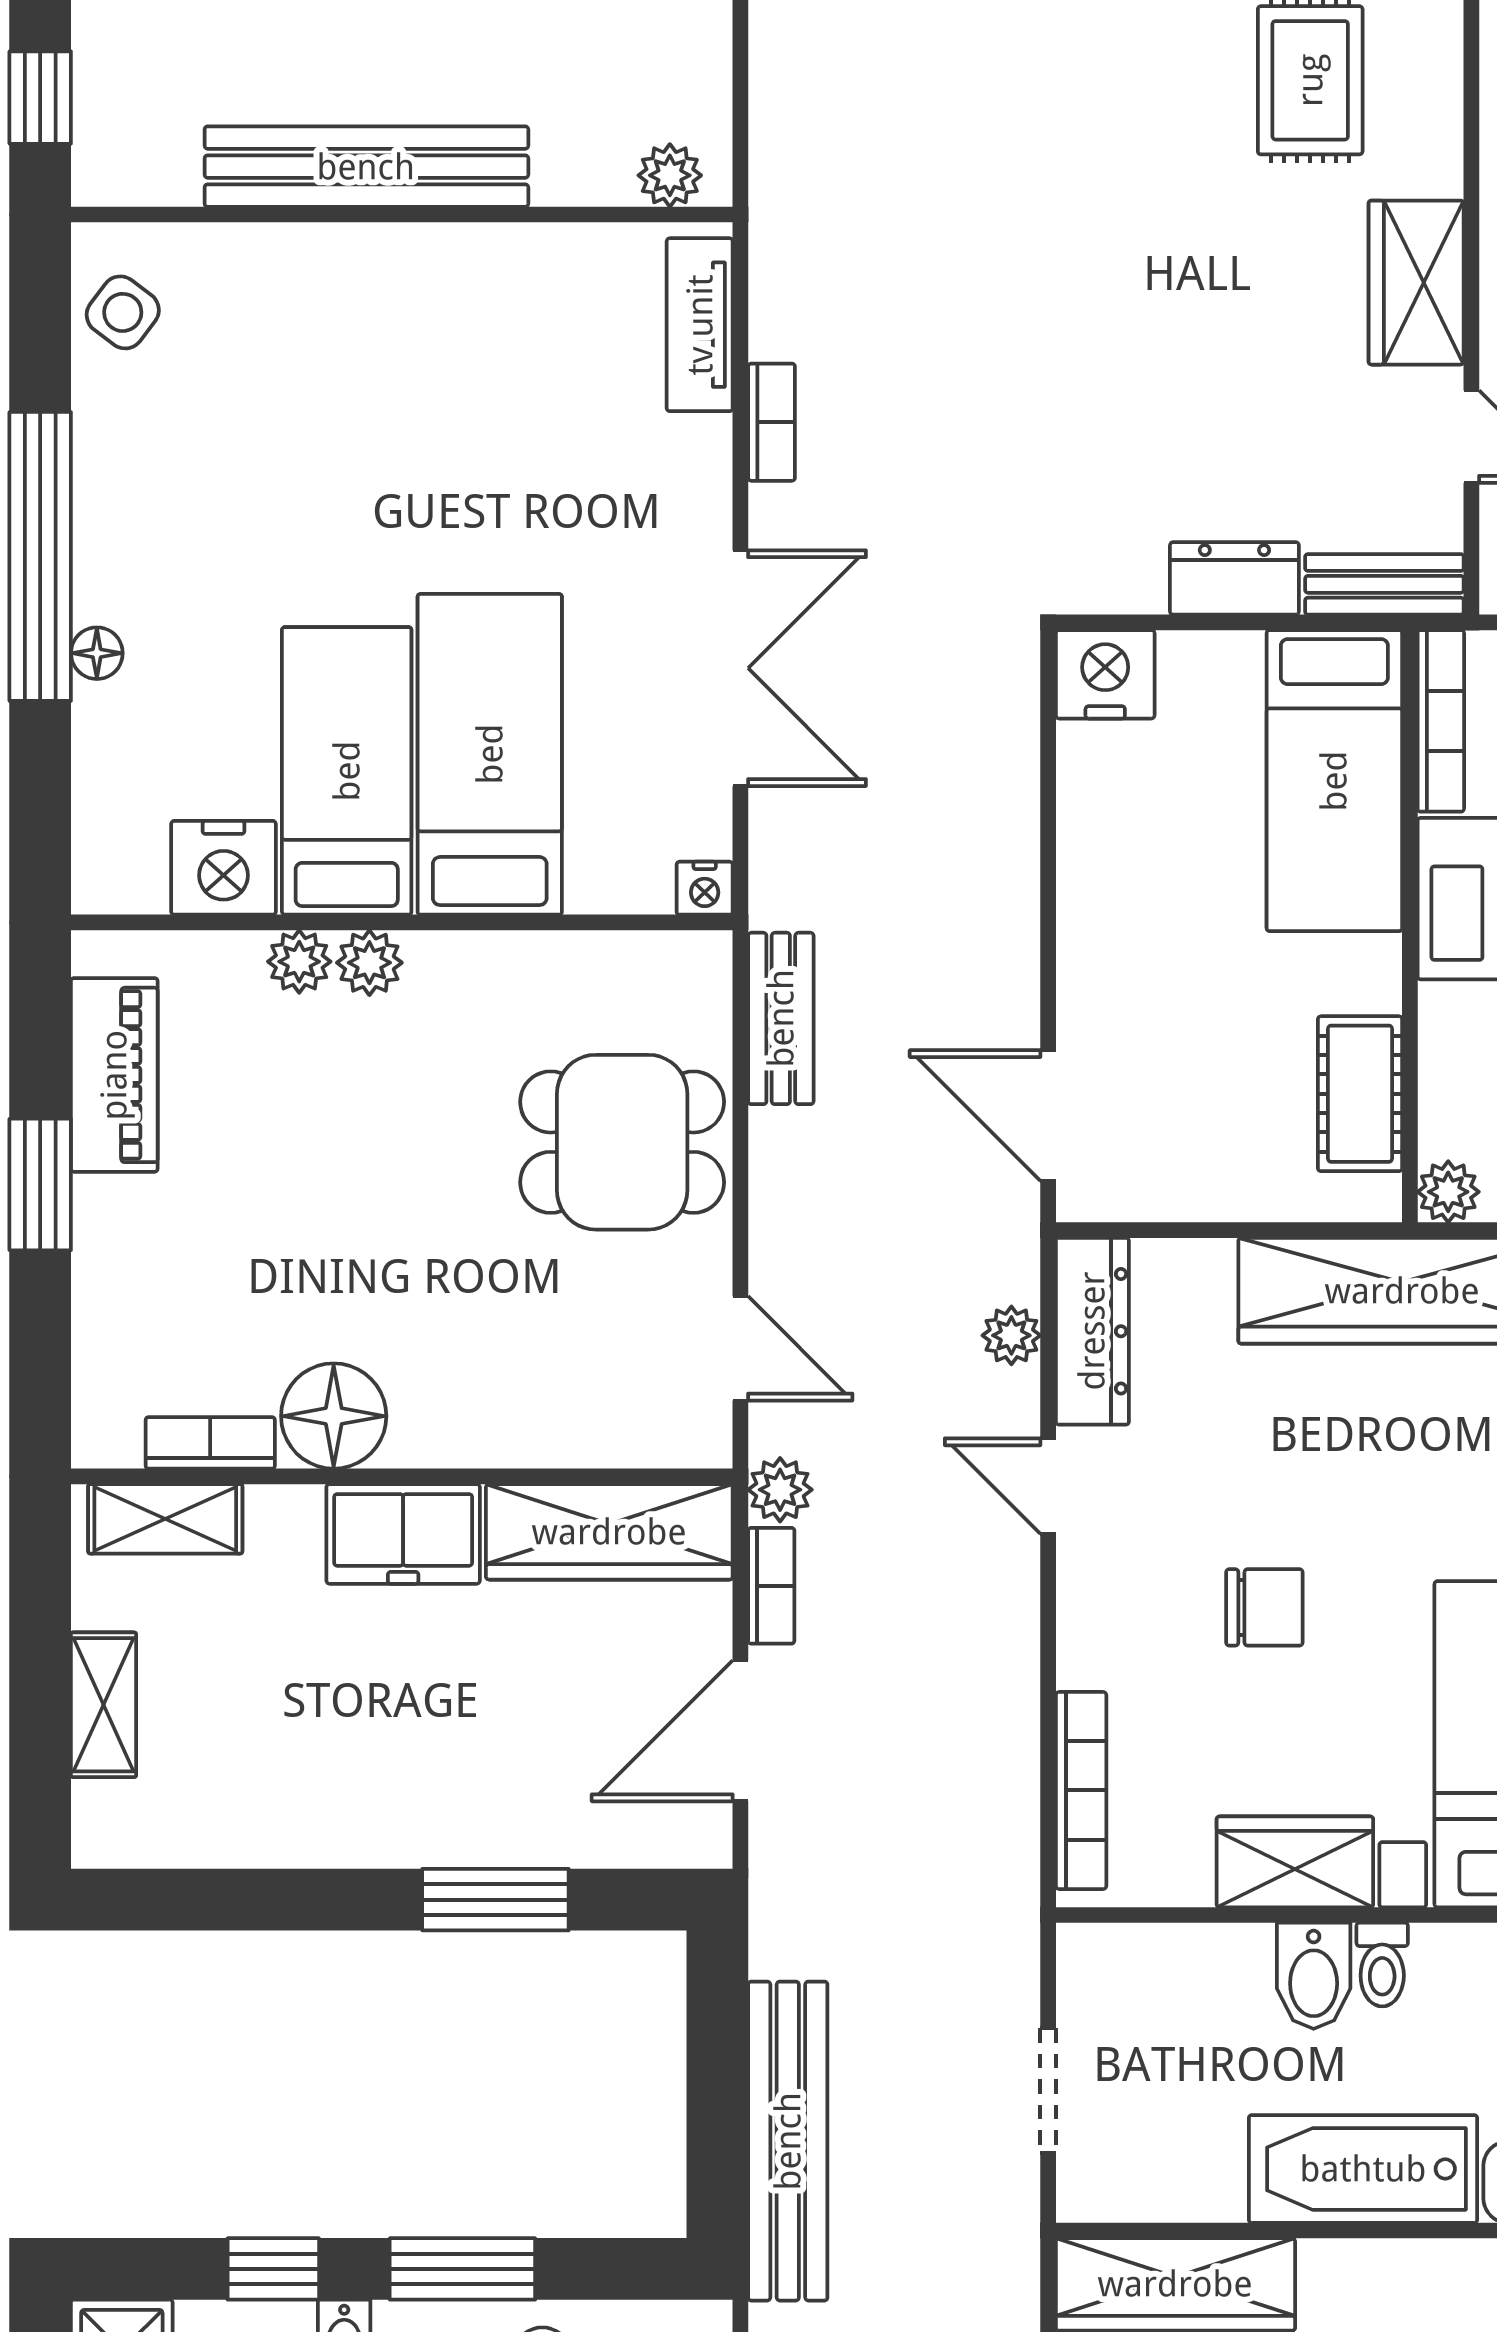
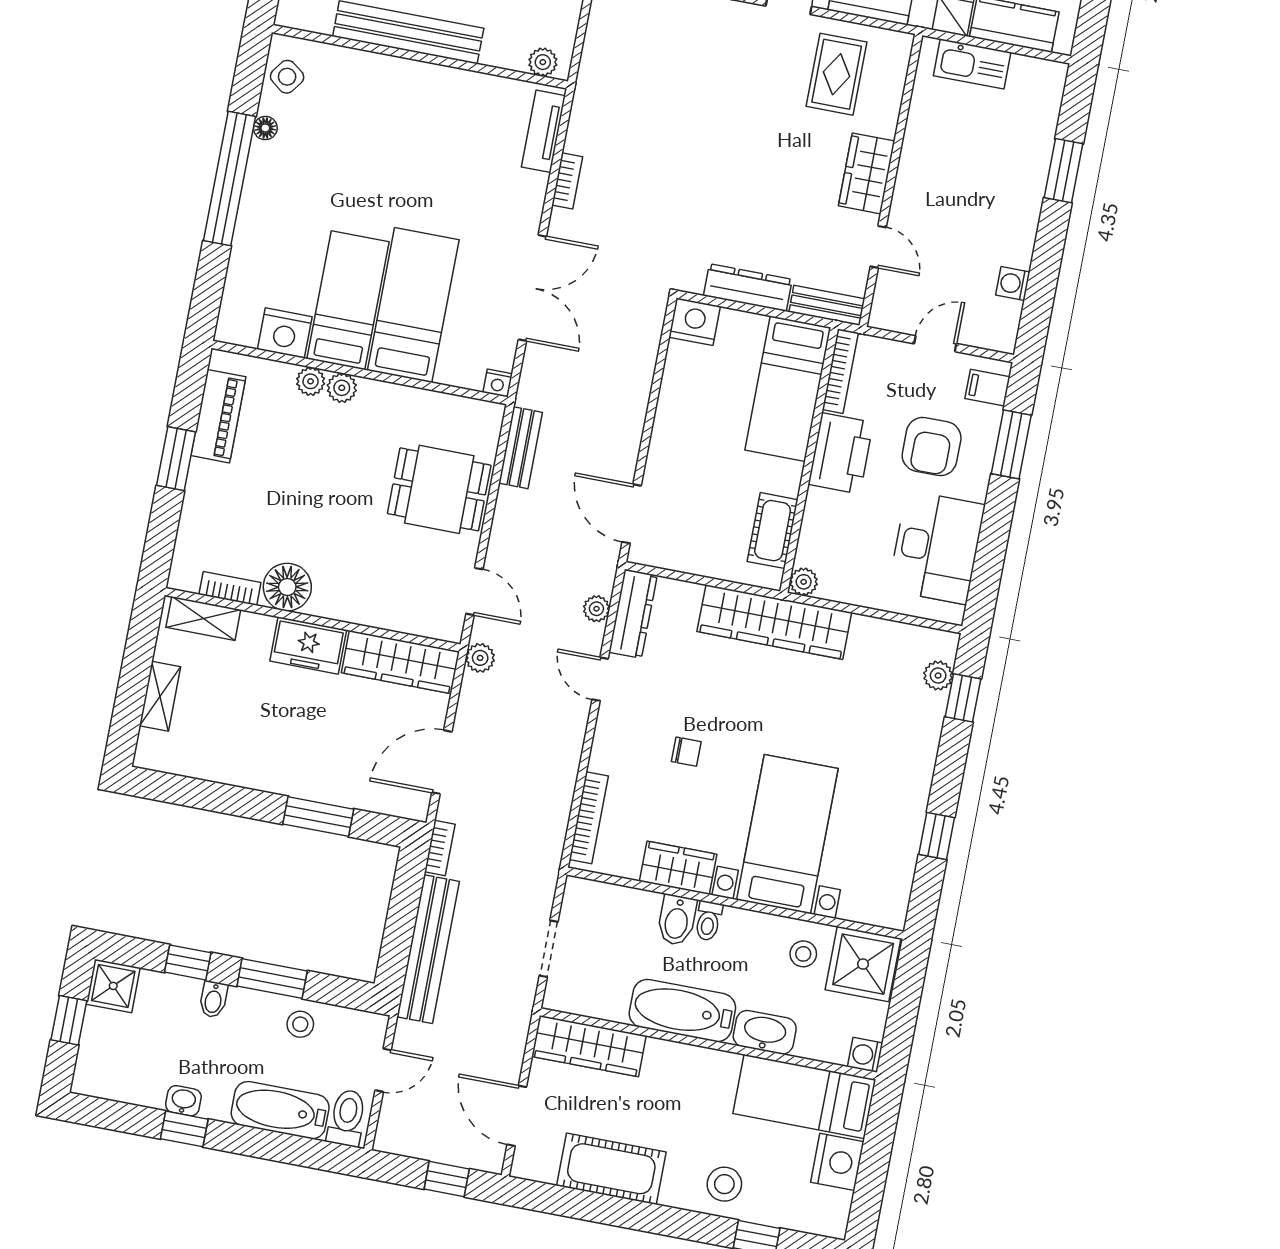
dresser: (1234, 578) -> (748, 288), width x1.44
floor lamp: (97, 653) -> (265, 128), moved
bookcase: (771, 1586) -> (440, 848), moved
chair: (1264, 1607) -> (686, 752), width x0.73, depth x0.73

